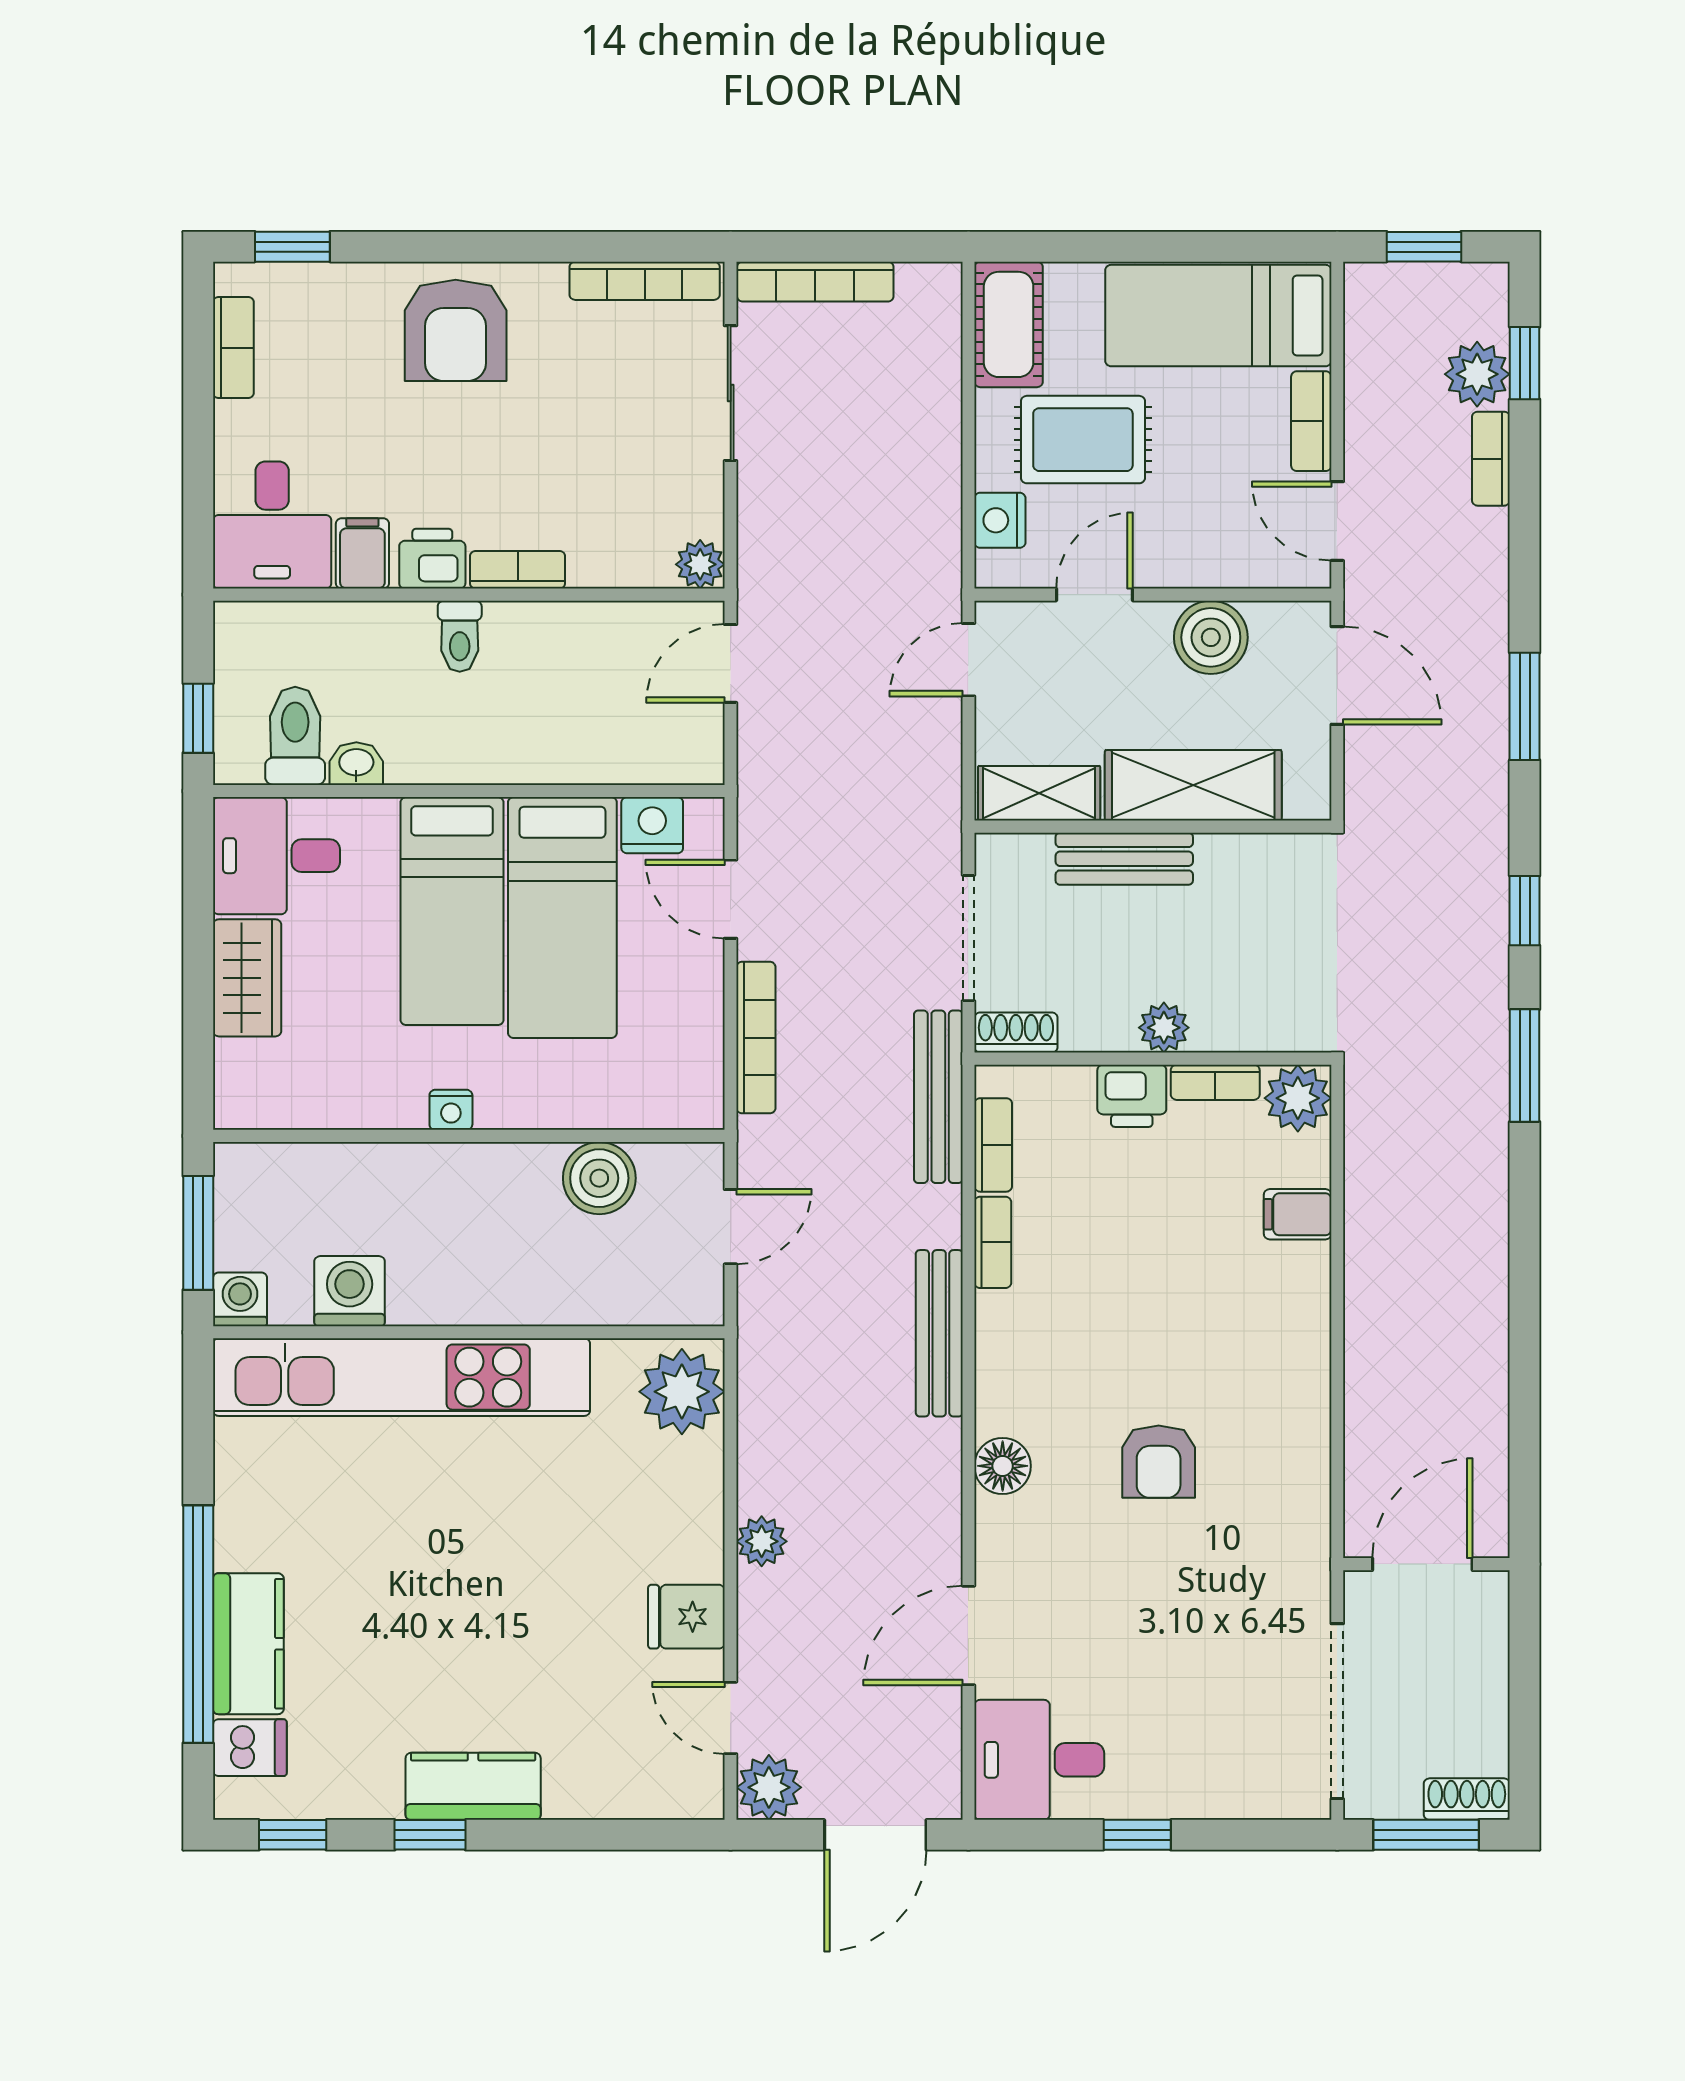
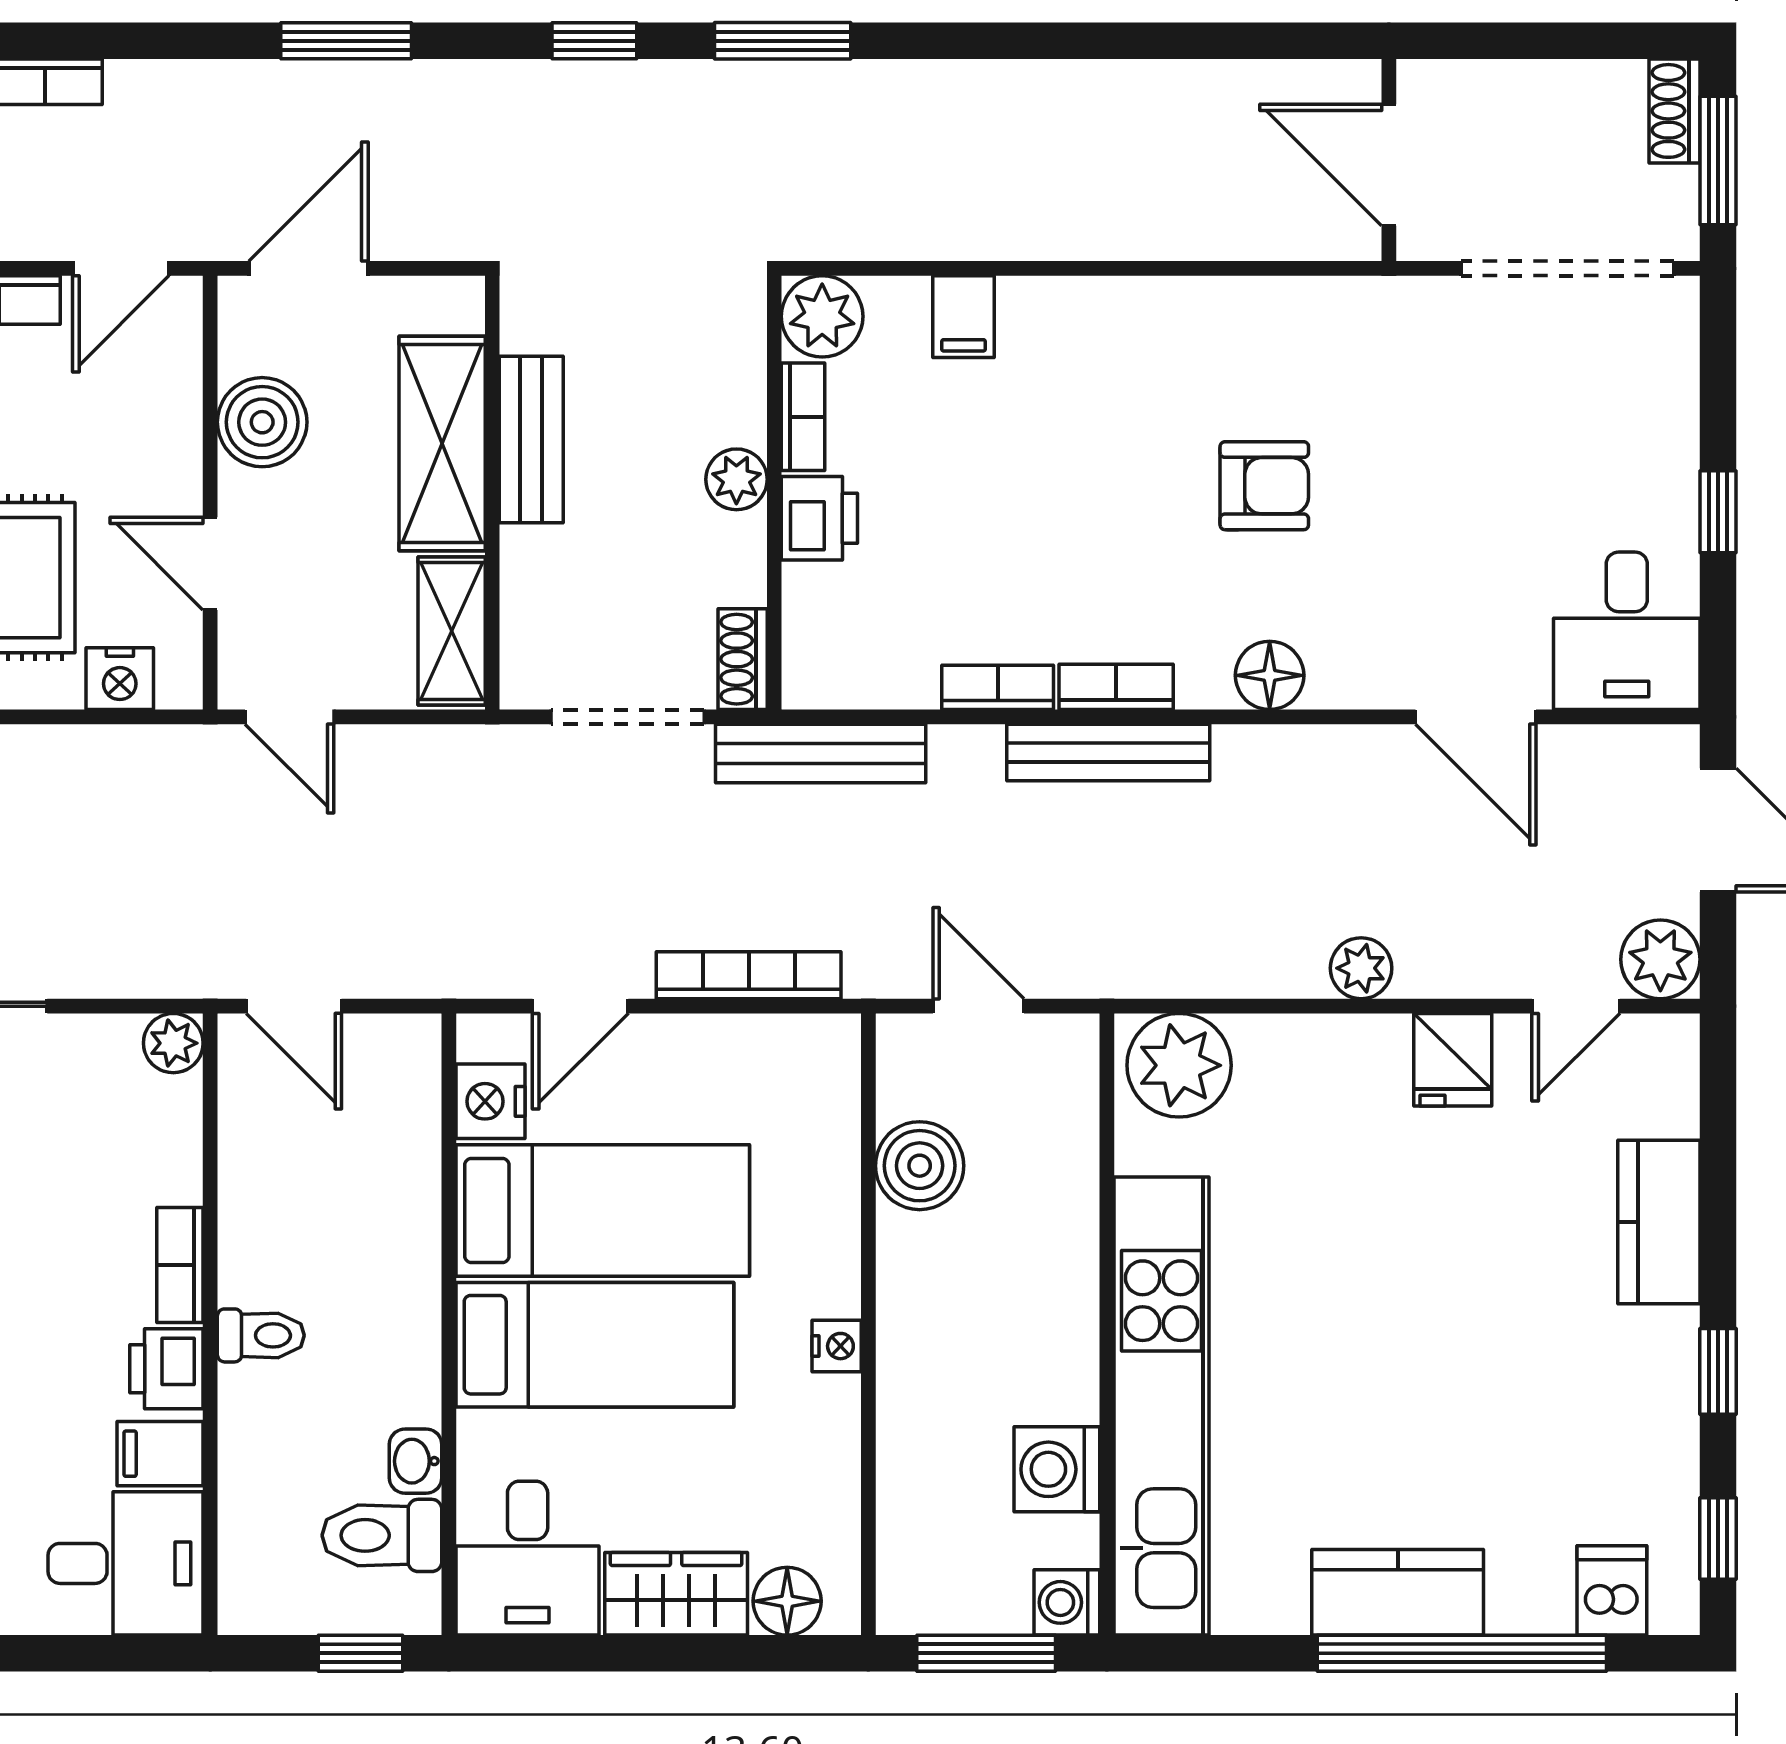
bench: (1124, 859) -> (531, 439), moved
floor lamp: (241, 1069) -> (787, 1601), added
bookcase: (993, 1145) -> (1116, 687), moved
kitchen counter: (248, 1644) -> (1398, 1592), moved
kitchen counter: (473, 1786) -> (1659, 1222), moved

